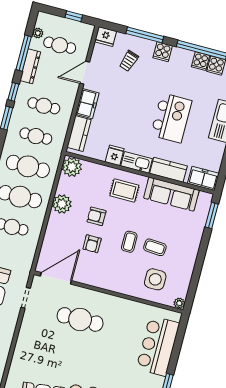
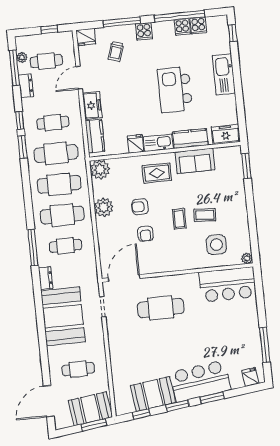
window: (24, 53) -> (14, 68), moved
dresser: (30, 66) -> (26, 86), width x0.70
kitchen island: (171, 118) -> (175, 90), turned 180
cafe table: (36, 136) -> (56, 153), width x1.37, depth x1.35
sofa: (171, 194) -> (195, 161), width x0.73
bar counter: (158, 346) -> (228, 284), moved, turned -90

